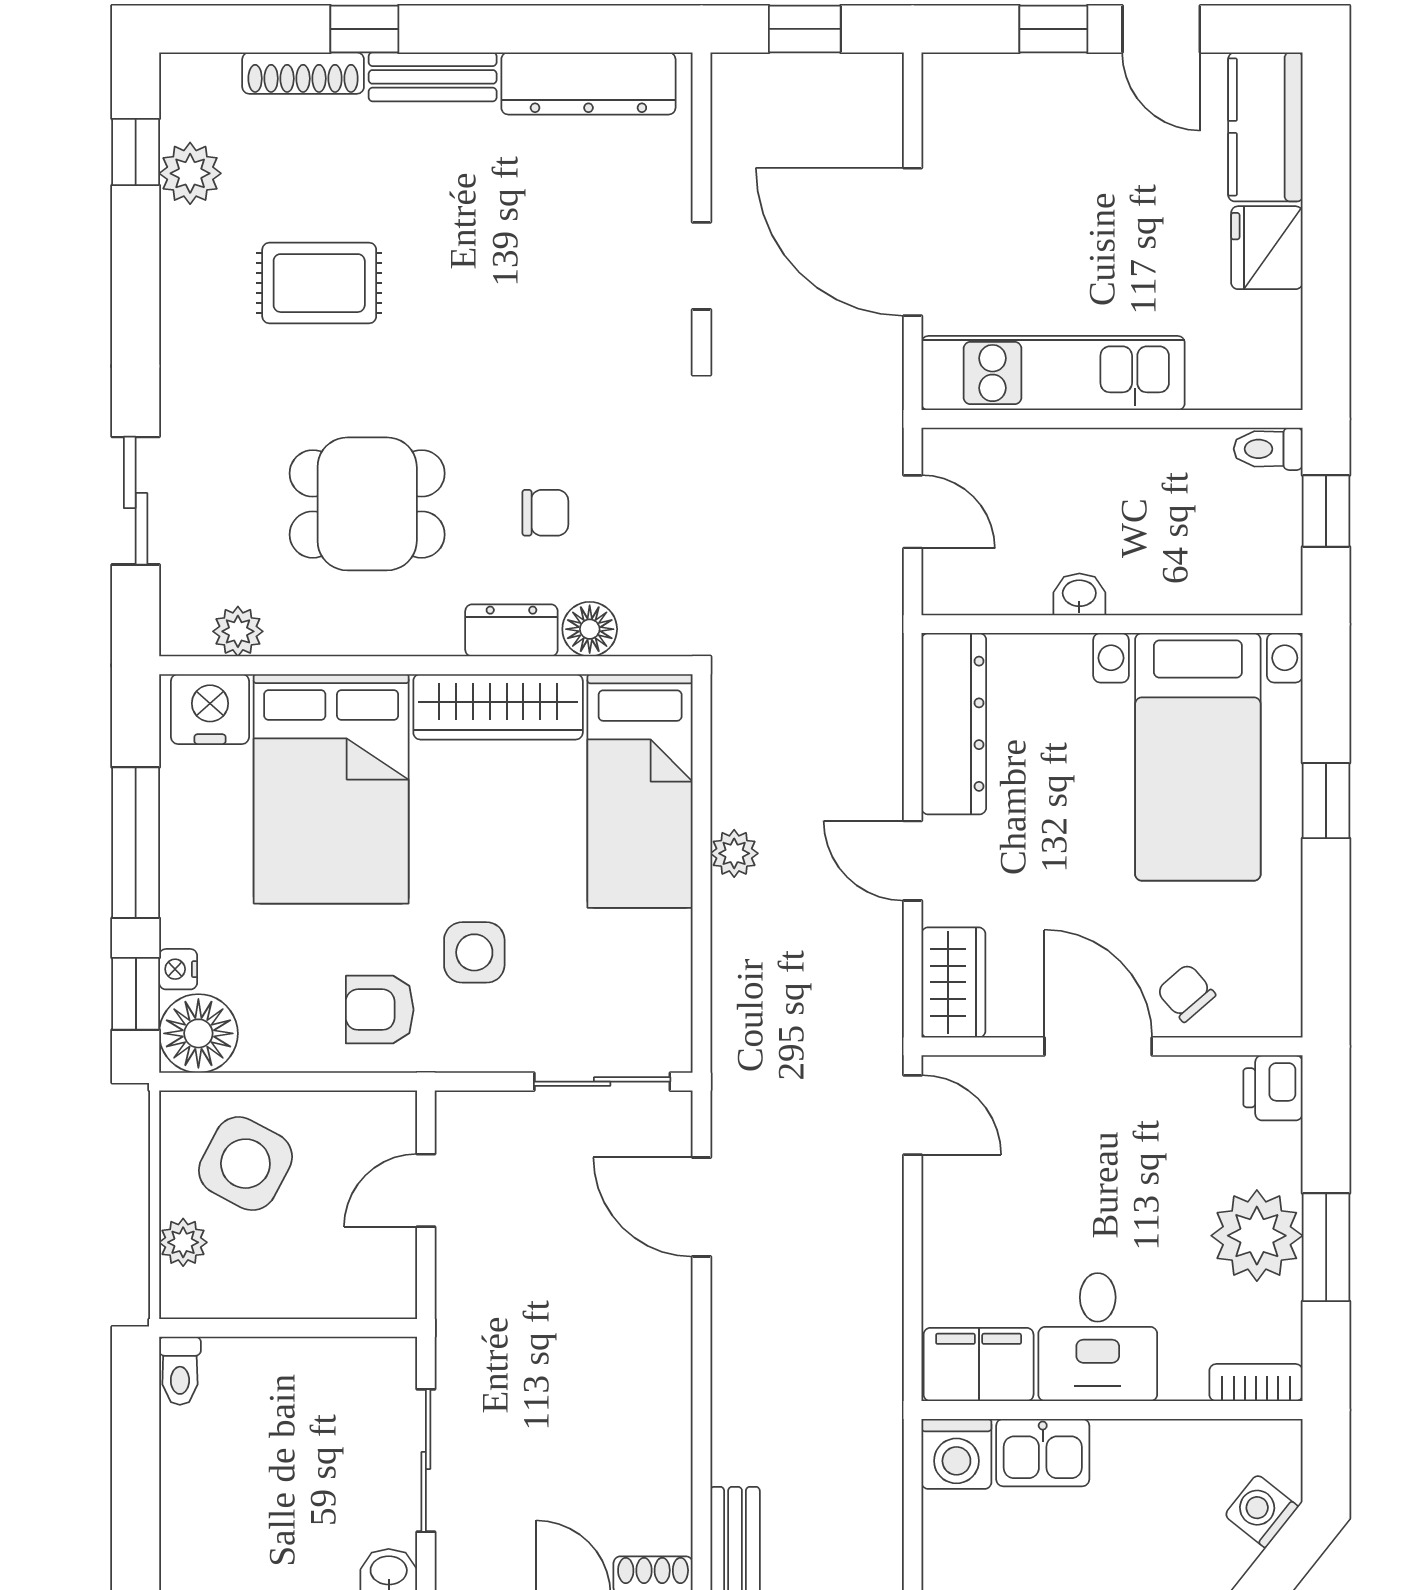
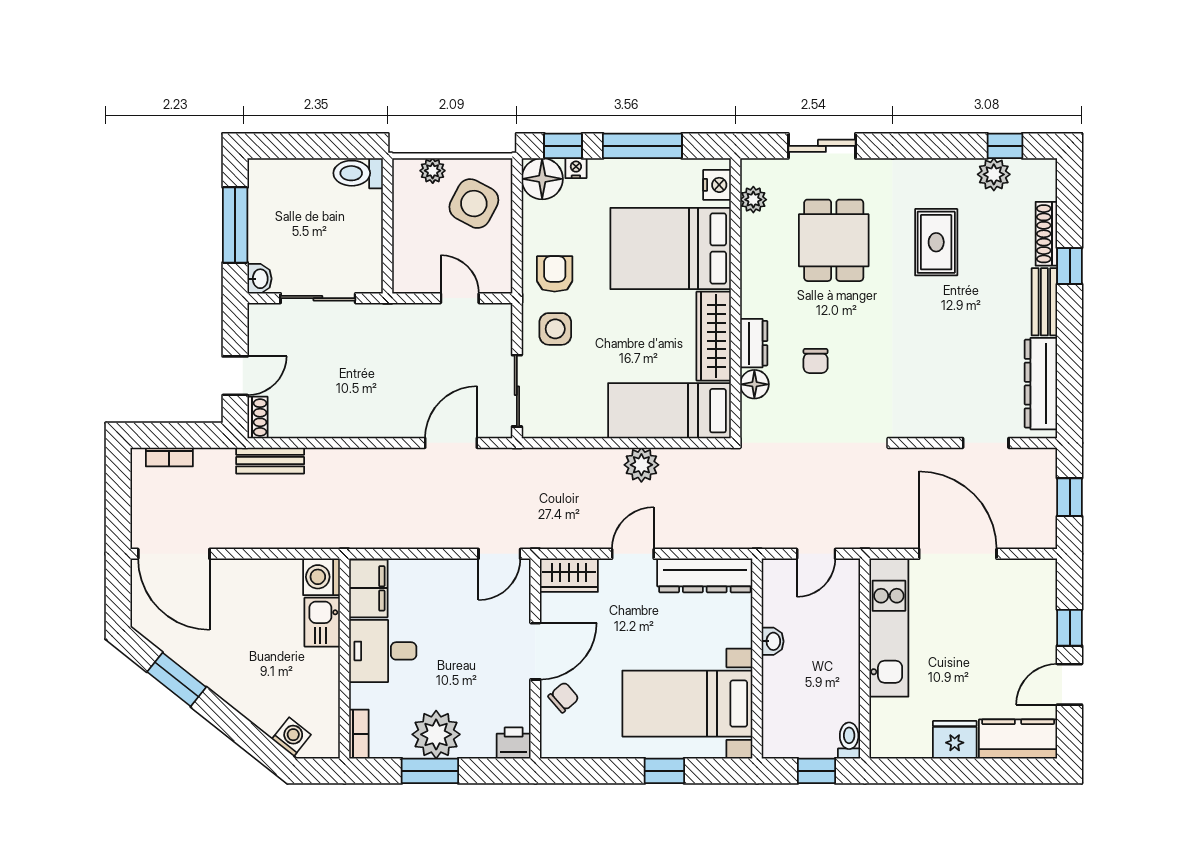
door: (913, 242) -> (958, 554), hinge flipped
doorway: (701, 266) -> (986, 443), moved
dining table: (367, 504) -> (834, 240), moved
nightstand: (210, 709) -> (717, 185), width x0.74, depth x0.75
plant: (734, 853) -> (641, 465), width x1.38, depth x1.38
side table: (474, 952) -> (555, 329), moved
toilet: (180, 1371) -> (358, 173), width x1.37, depth x1.39

